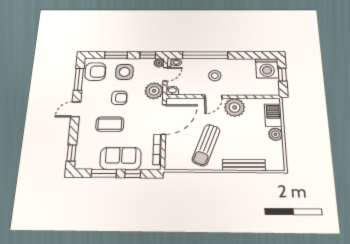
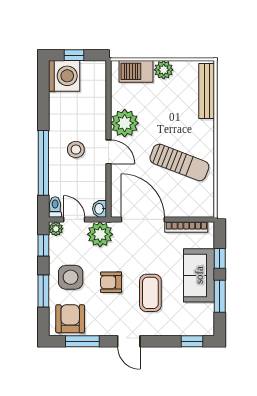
armchair: (119, 98) -> (111, 282), turned -90
bench: (244, 165) -> (207, 91), moved

